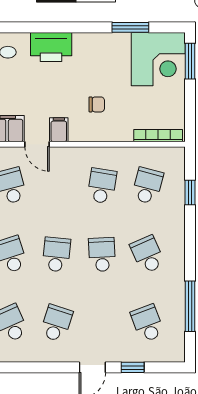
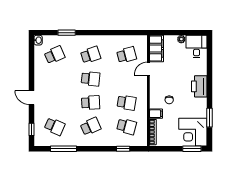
printer: (51, 47) -> (199, 86), moved
filing cabinet: (59, 130) -> (156, 114), moved
school desk: (56, 323) -> (55, 79), removed
school desk: (147, 323) -> (55, 126), turned 45
window: (133, 367) -> (31, 129), moved

